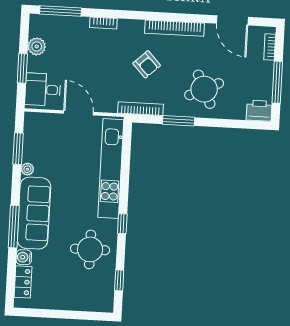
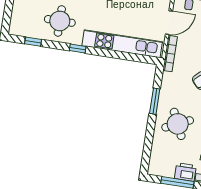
bookcase: (140, 109) -> (170, 54), moved
printer: (259, 111) -> (185, 172), moved, turned -90

